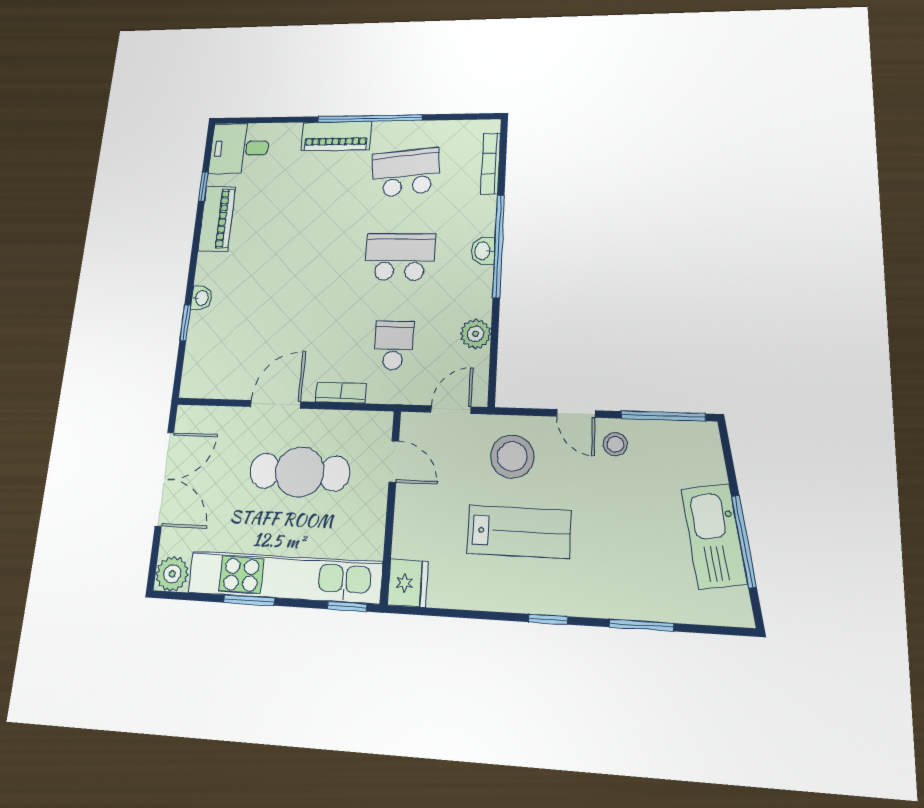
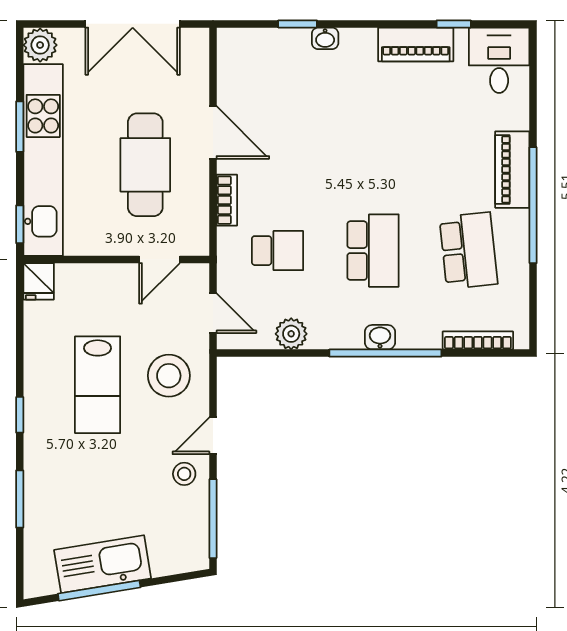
fridge: (408, 583) -> (39, 281), width x0.72

